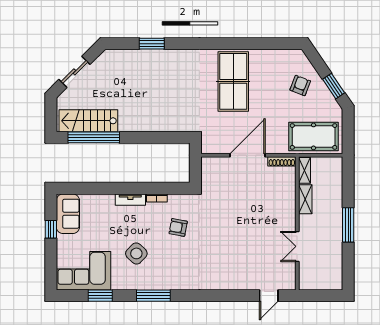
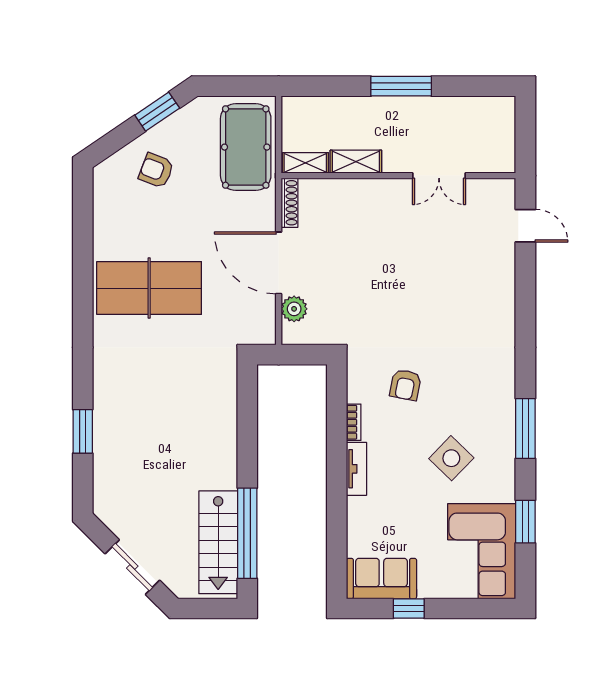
plant: (221, 164) -> (294, 309), added

